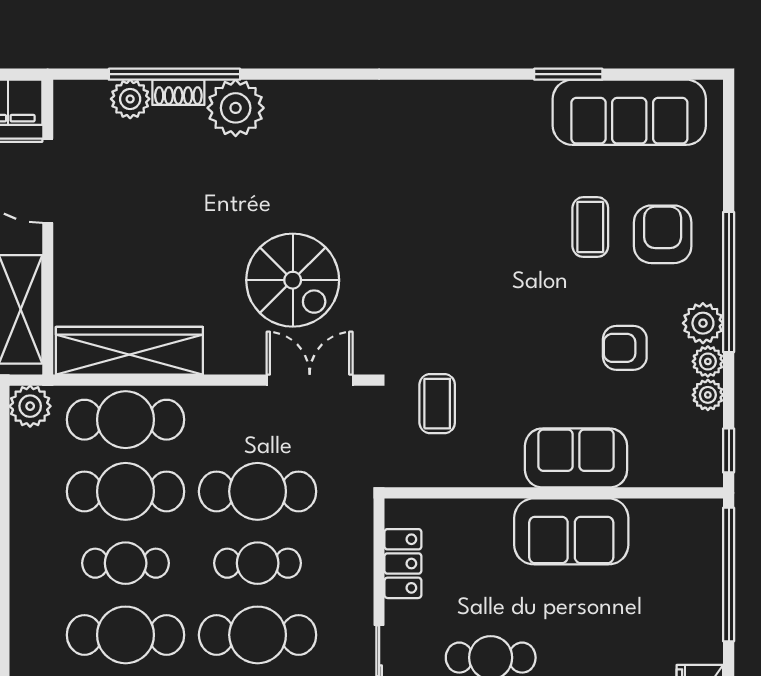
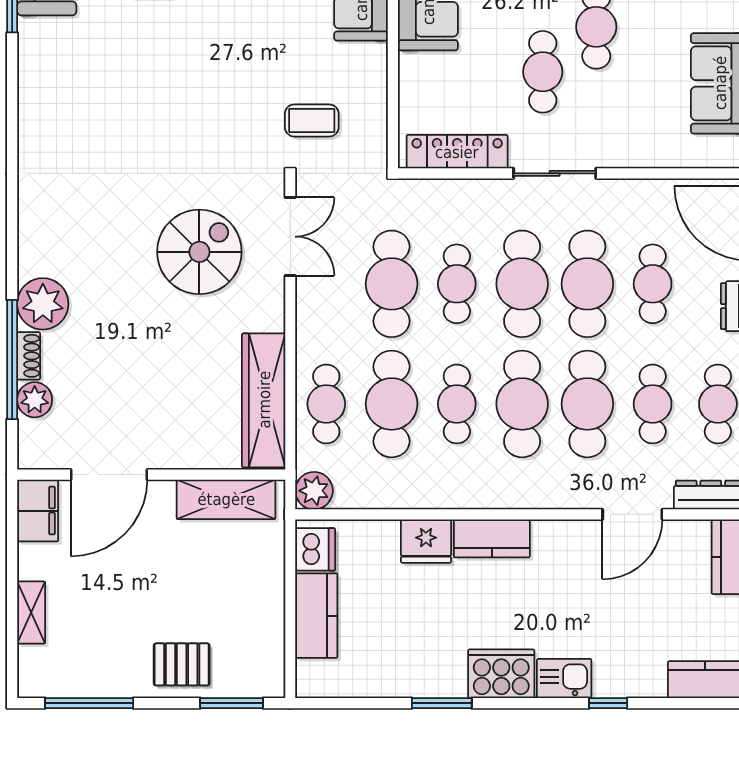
double door: (310, 380) -> (290, 237), swing flipped
cafe table: (126, 420) -> (326, 404), width x0.73, depth x0.74
locker: (403, 564) -> (457, 152), width x1.53

